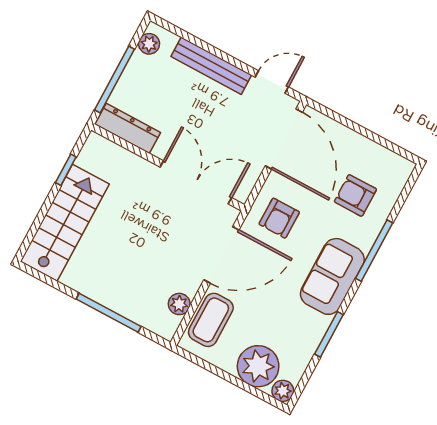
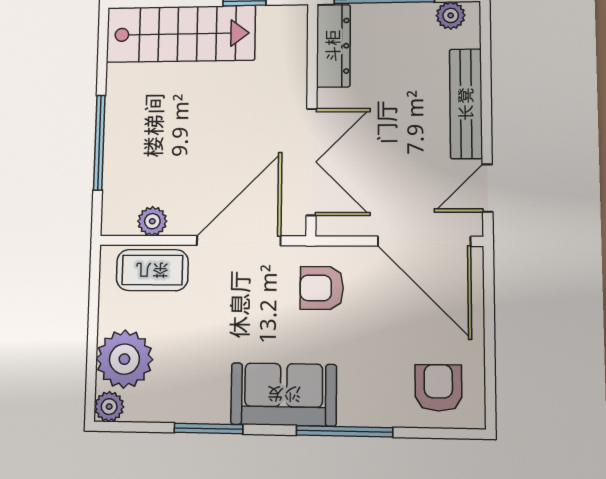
door: (272, 82) -> (487, 188), swing flipped
door: (284, 139) -> (424, 241), hinge flipped
armchair: (355, 195) -> (438, 388), moved
door: (221, 255) -> (239, 241), swing flipped

